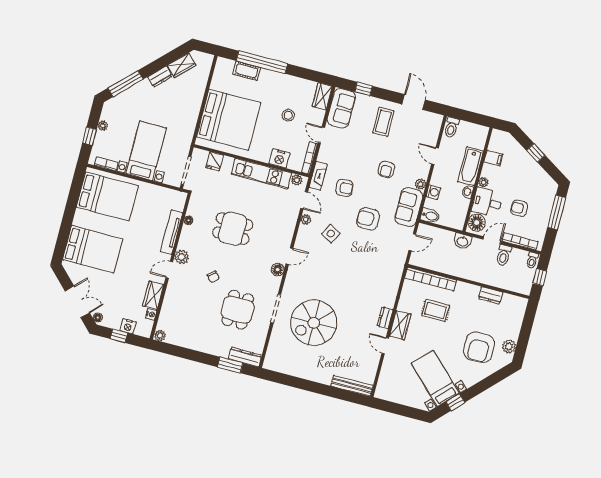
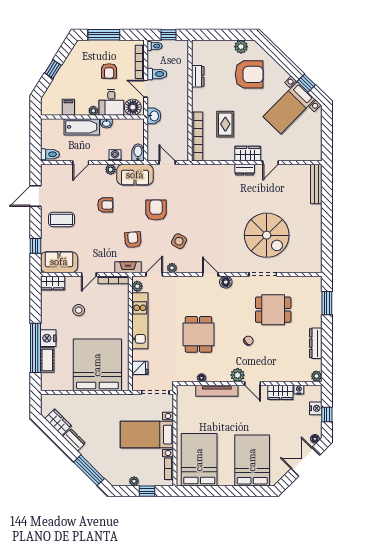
nightstand: (280, 158) -> (48, 338), moved, turned 180
armchair: (368, 219) -> (156, 210), turned 180
dresser: (245, 357) -> (316, 343), moved

